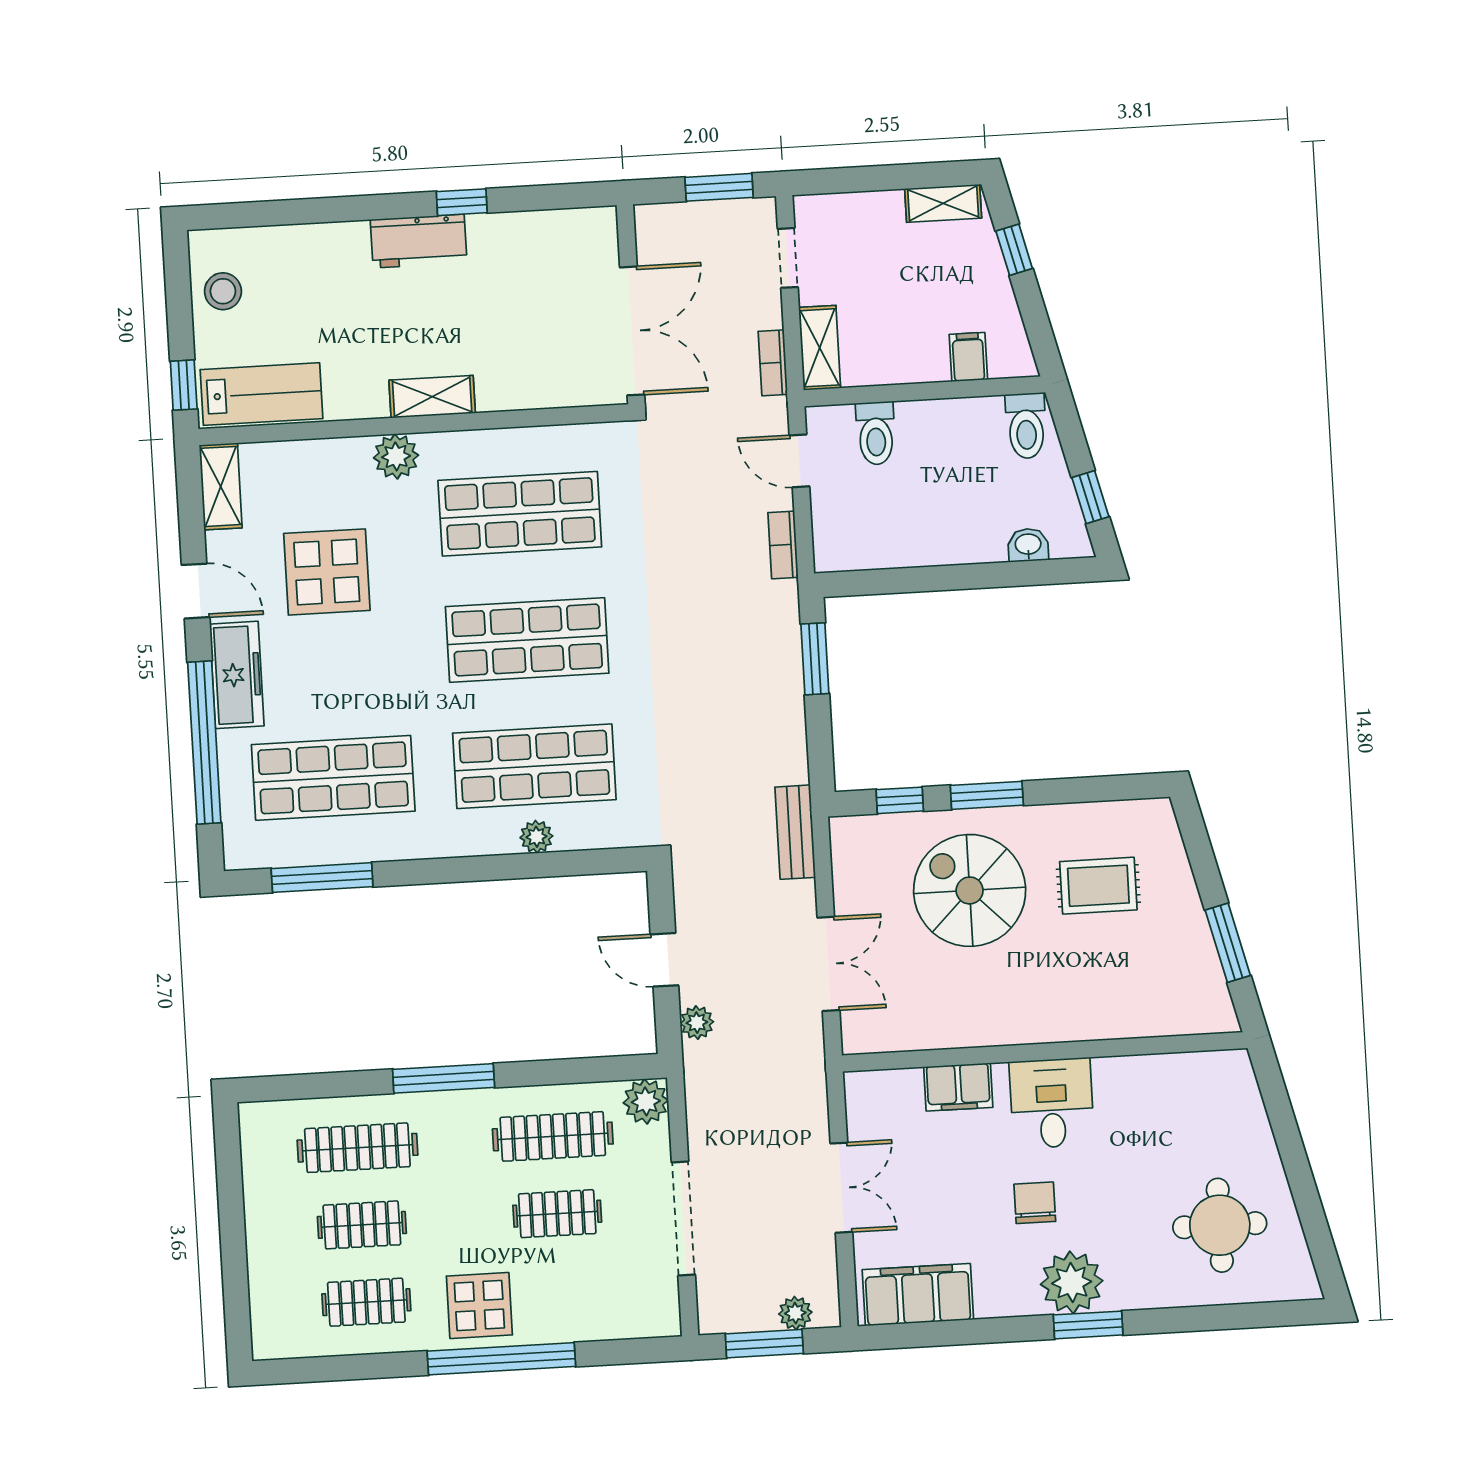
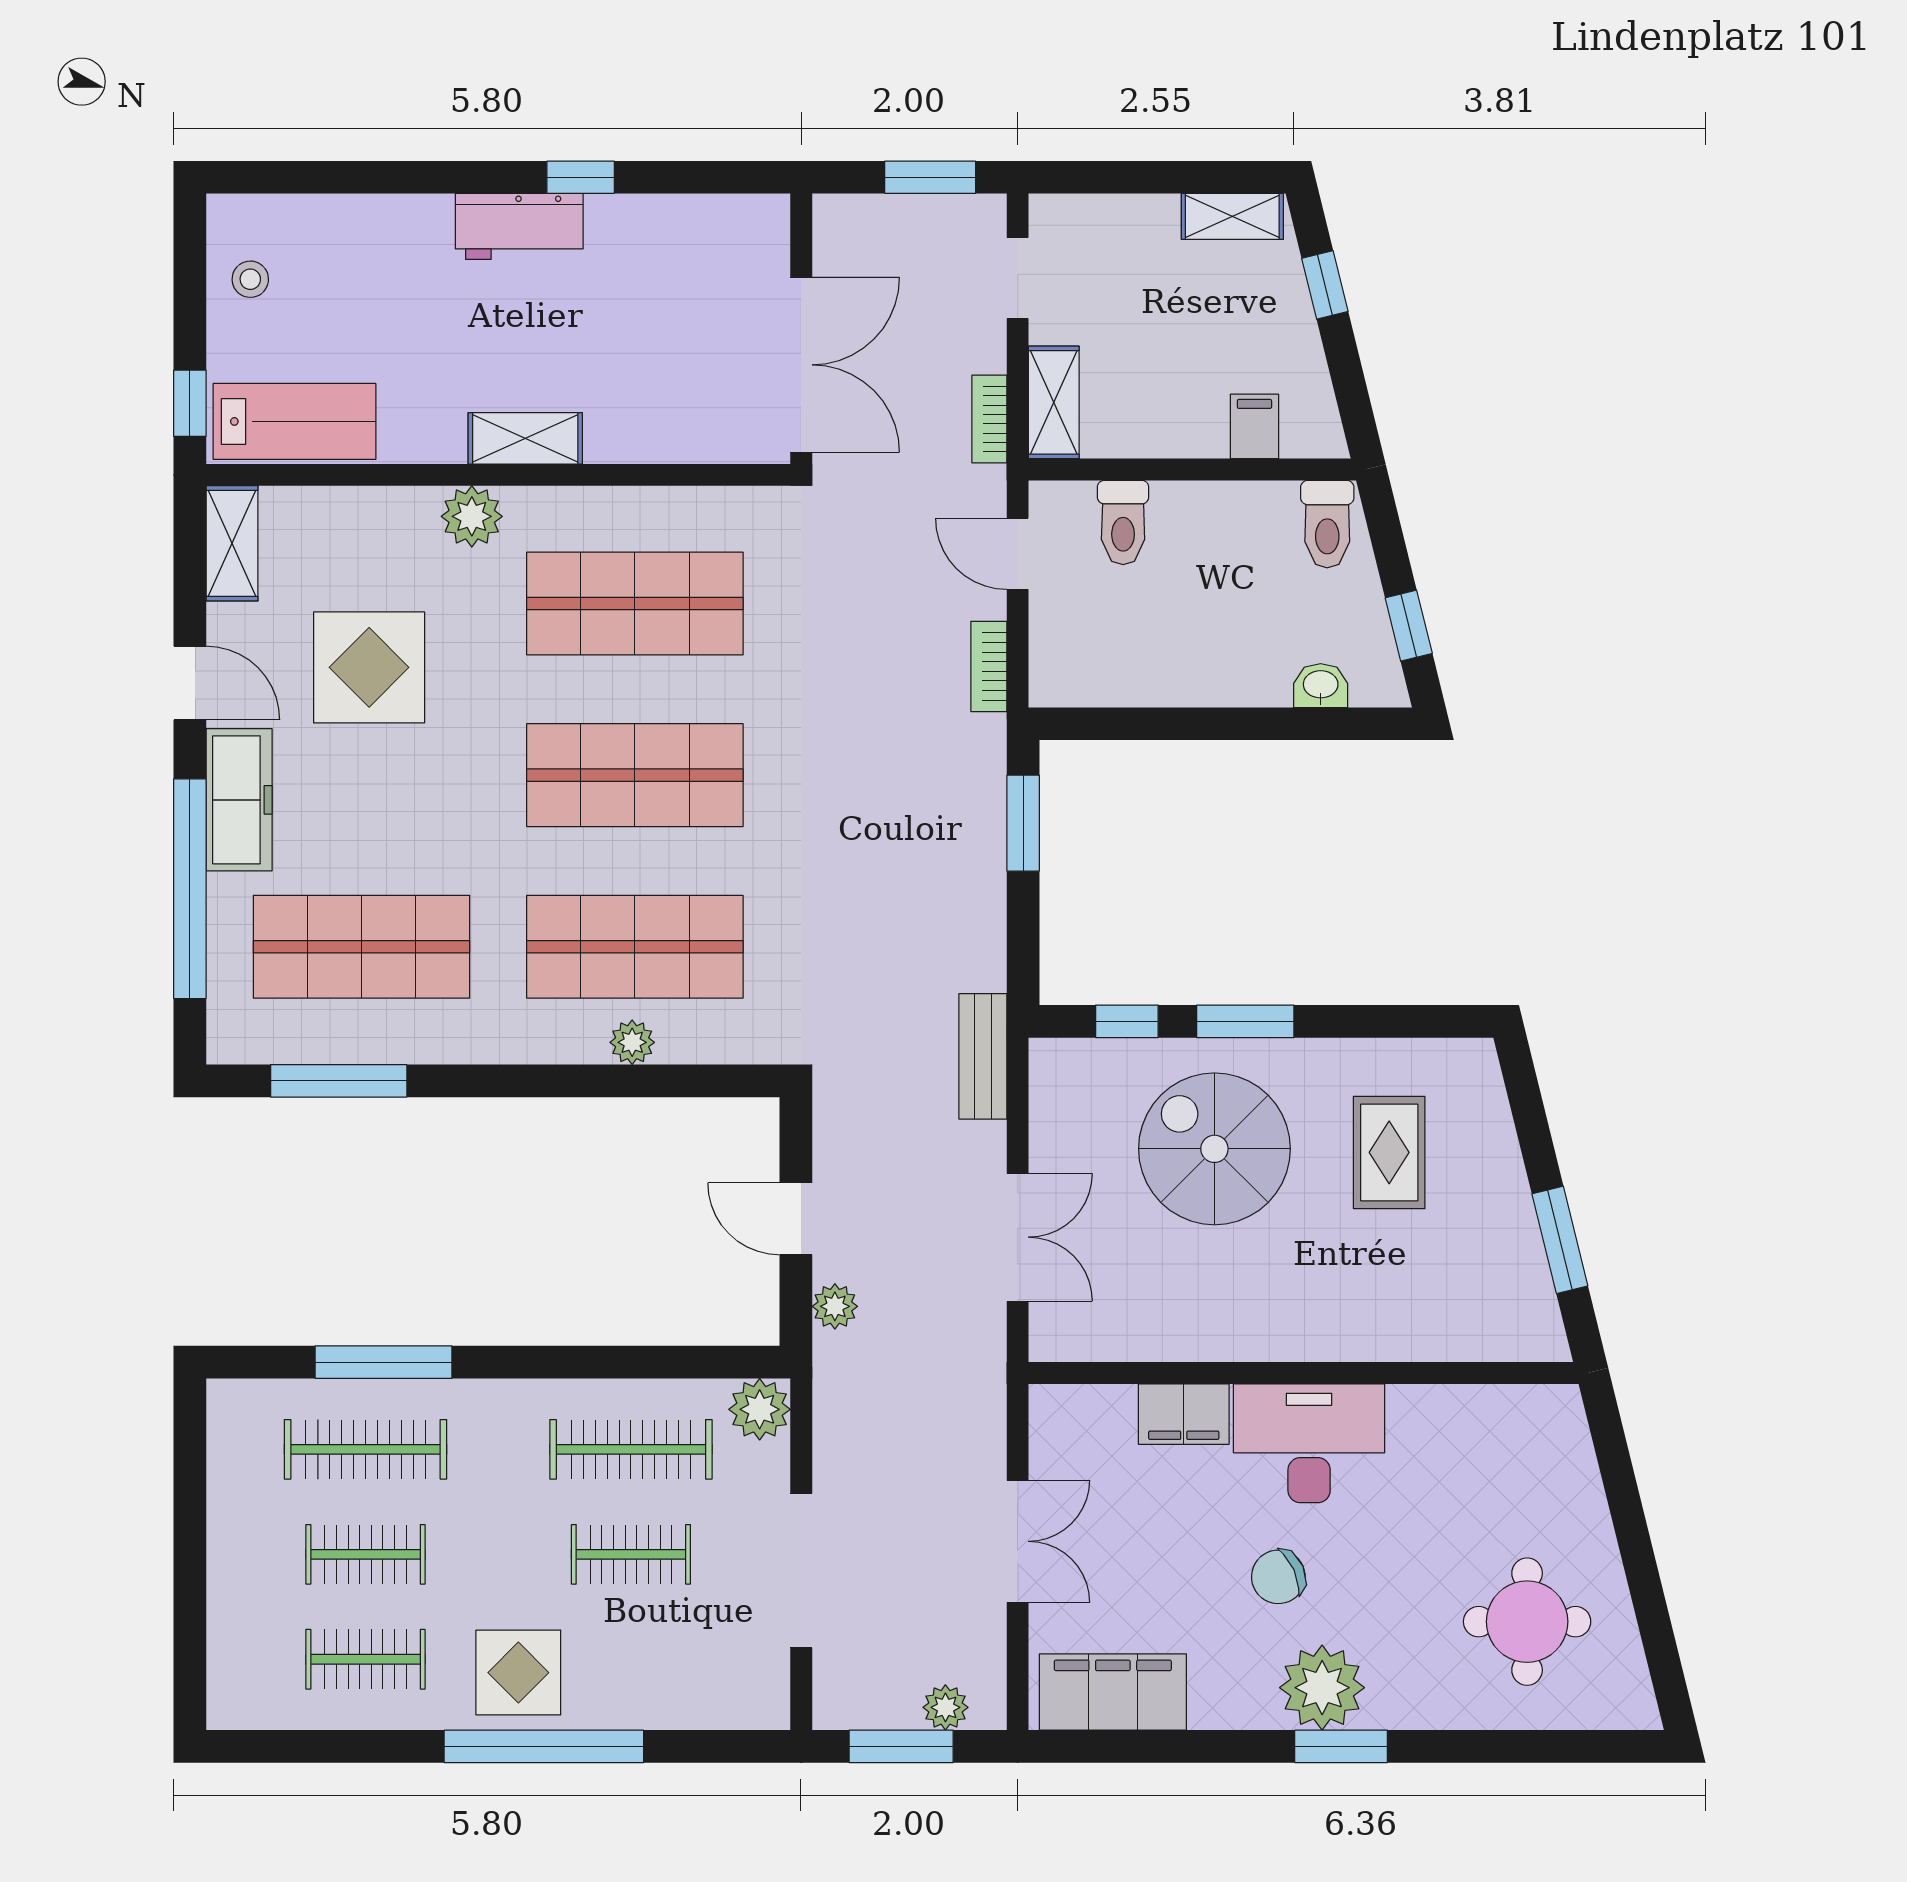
stool: (223, 291) -> (250, 279), width x0.73, depth x0.73
rug: (1098, 886) -> (1389, 1152), turned 90
window: (444, 1078) -> (383, 1362), moved
desk: (1052, 1103) -> (1309, 1443), width x1.37
chair: (1035, 1203) -> (1278, 1577), turned -114

